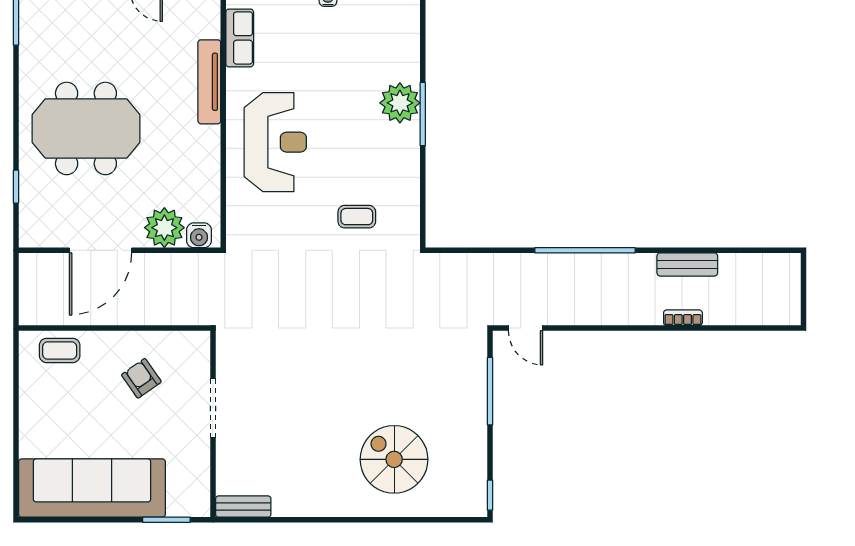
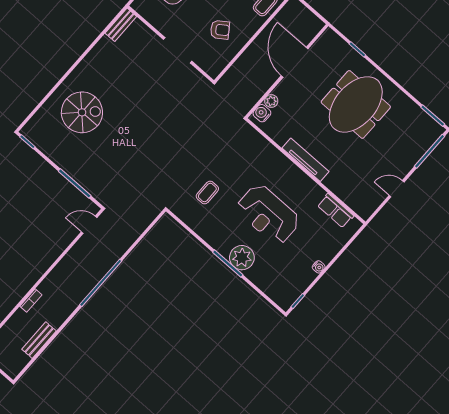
tv unit: (209, 82) -> (306, 160), moved
reception desk: (275, 142) -> (268, 214), moved
plant: (164, 228) -> (271, 101), width x0.53, depth x0.53
bench: (687, 264) -> (39, 340), moved

